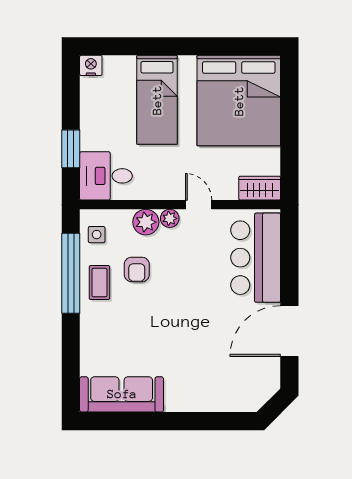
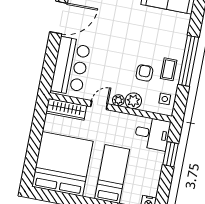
wardrobe: (260, 188) -> (66, 109), width x1.50
door: (199, 205) -> (99, 105), swing flipped
window: (71, 273) -> (188, 61), moved

